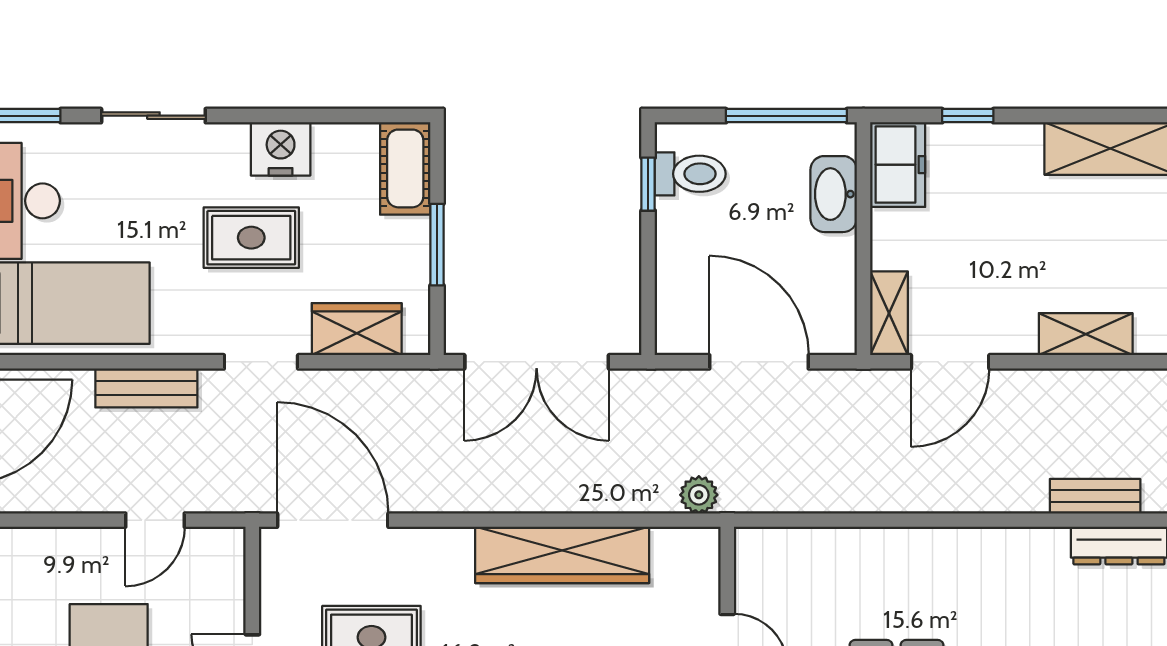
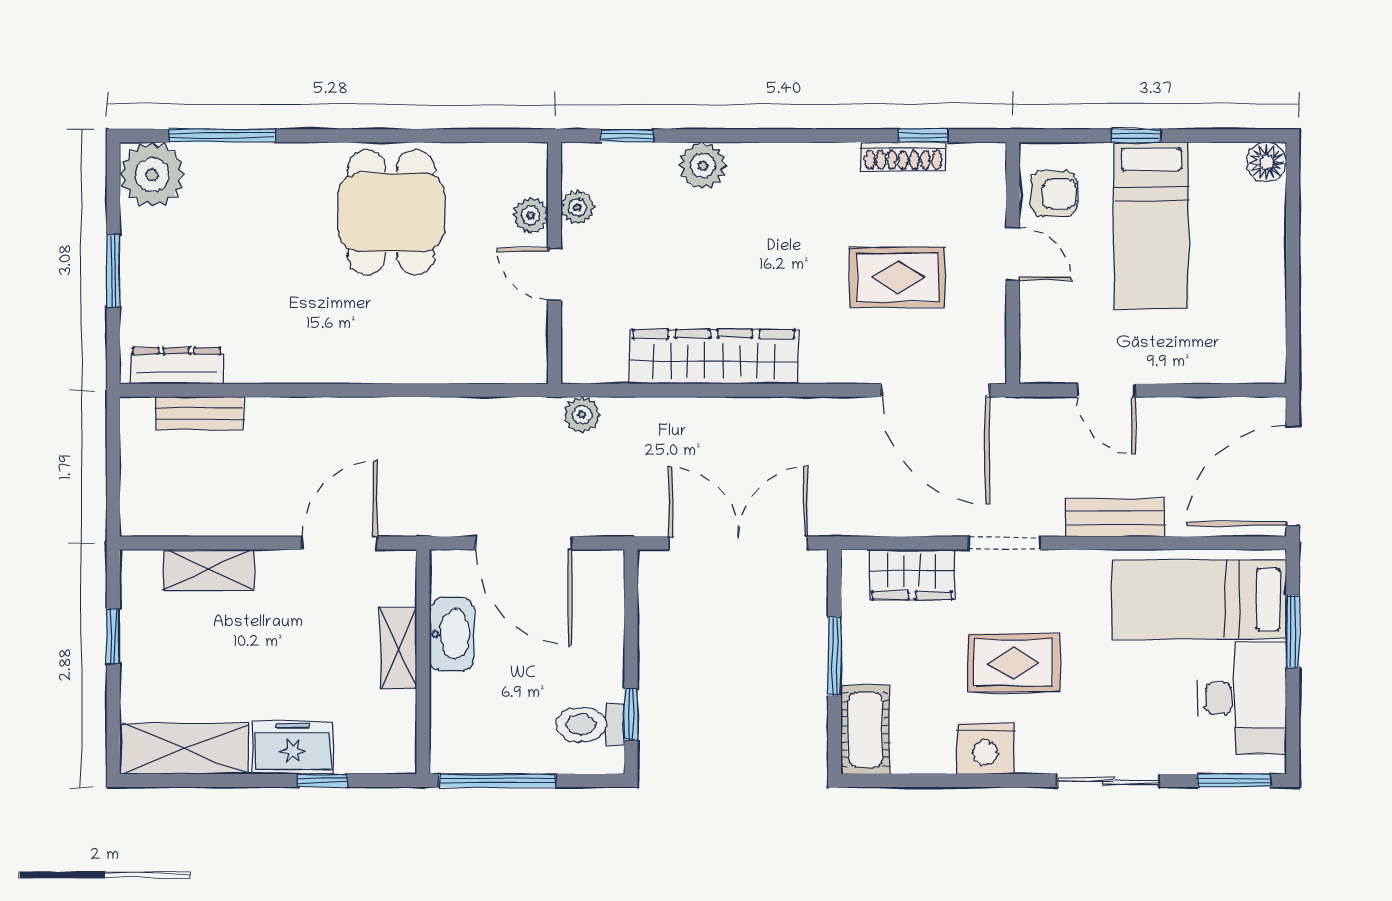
freezer: (898, 165) -> (293, 748), moved, turned 90
washbasin: (834, 194) -> (452, 634), moved
shelving: (889, 313) -> (398, 649), moved
door: (155, 520) -> (1107, 390), swing flipped

